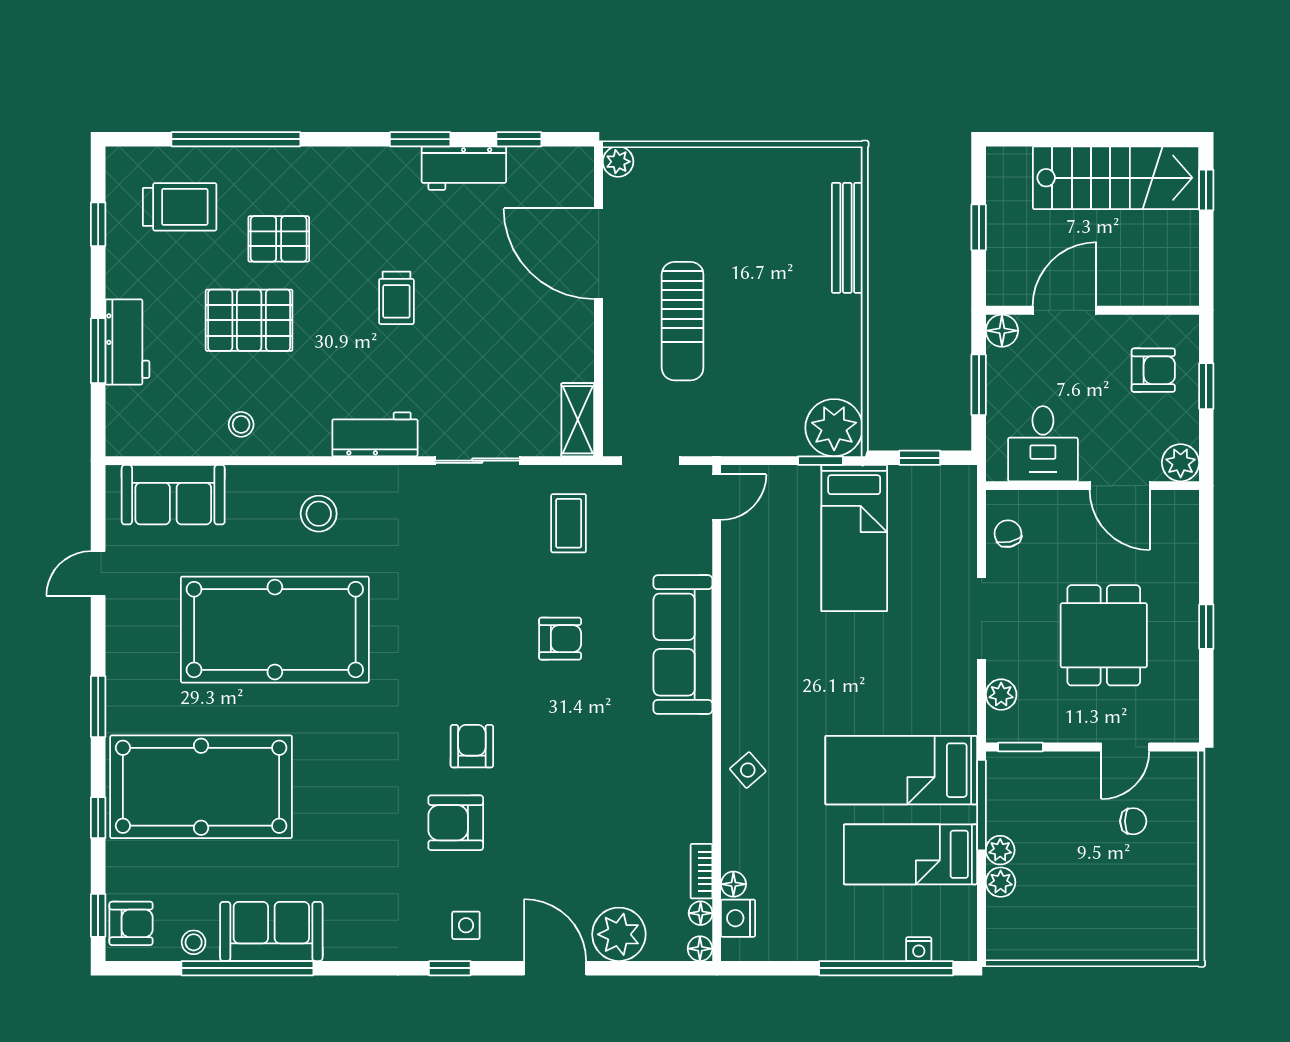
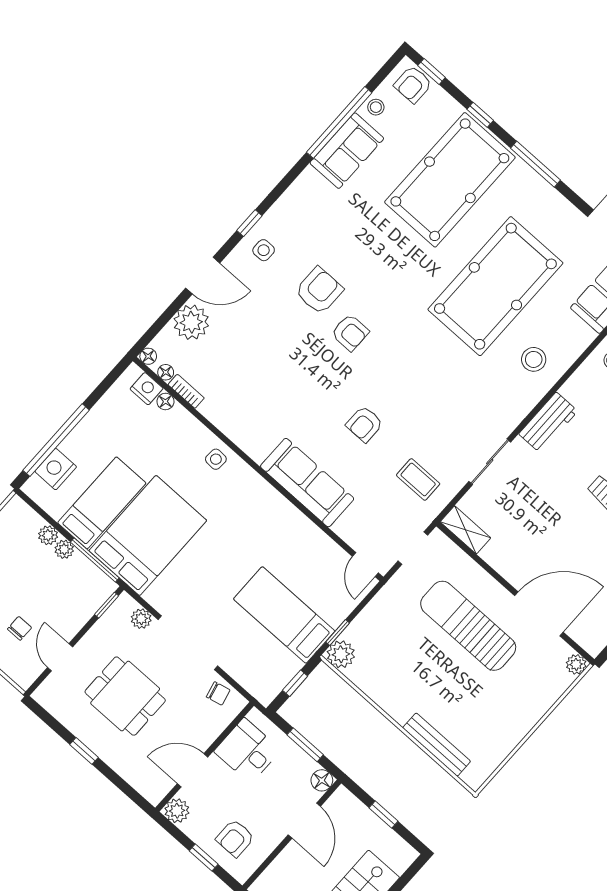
sun lounger: (683, 321) -> (468, 626), width x1.36, depth x1.34
plant: (834, 428) -> (341, 654), width x0.73, depth x0.73
doorway: (982, 618) -> (188, 643), width x1.36
window: (98, 707) -> (535, 164), width x1.44
side table: (748, 770) -> (216, 459), turned 45
bed: (901, 770) -> (148, 535), width x1.50
chair: (1133, 821) -> (20, 628), turned 180
nightstand: (919, 949) -> (56, 469), width x1.89, depth x1.79

